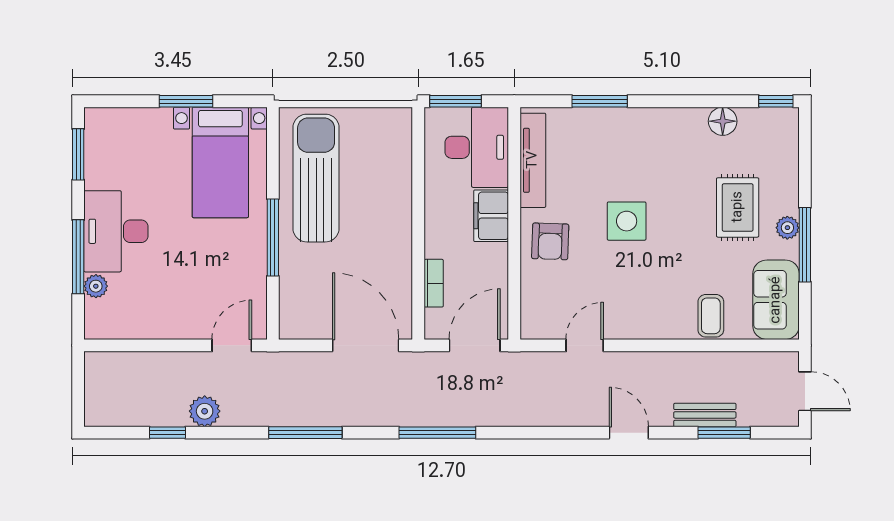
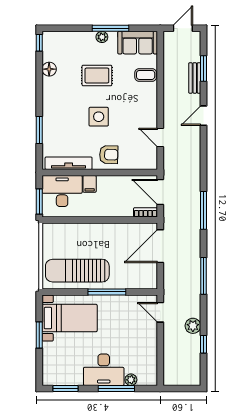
rug: (738, 207) -> (97, 75), moved
filing cabinet: (491, 216) -> (90, 184), width x0.50
bookcase: (434, 283) -> (146, 212), moved

